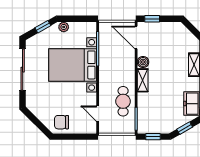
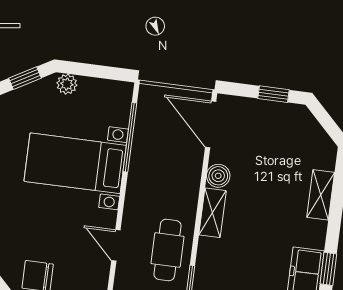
window: (152, 19) -> (274, 94), moved
bed with nightstands: (73, 65) -> (75, 163), width x0.73
door: (98, 114) -> (116, 245), moved

